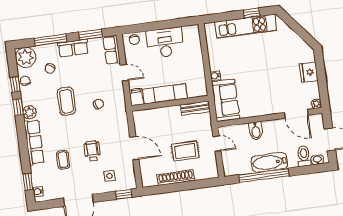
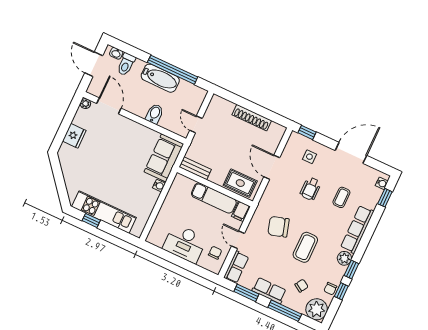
chair: (134, 40) -> (215, 253), moved
chair: (98, 104) -> (278, 227), width x1.87, depth x1.87
rug: (185, 151) -> (240, 183), moved

